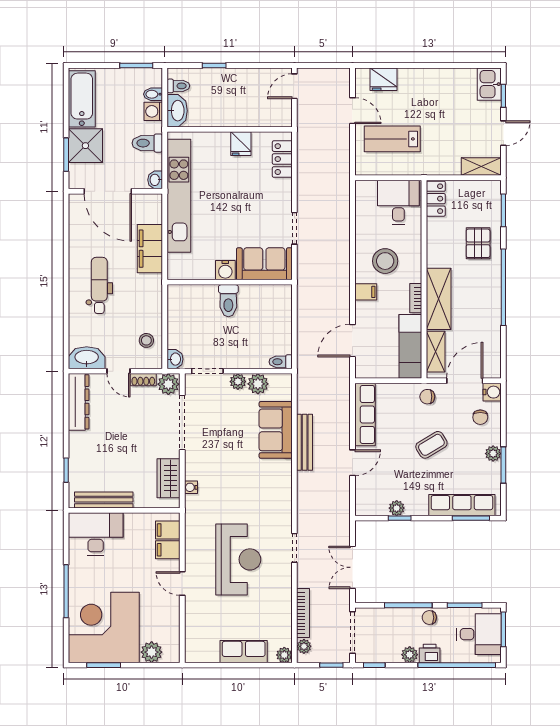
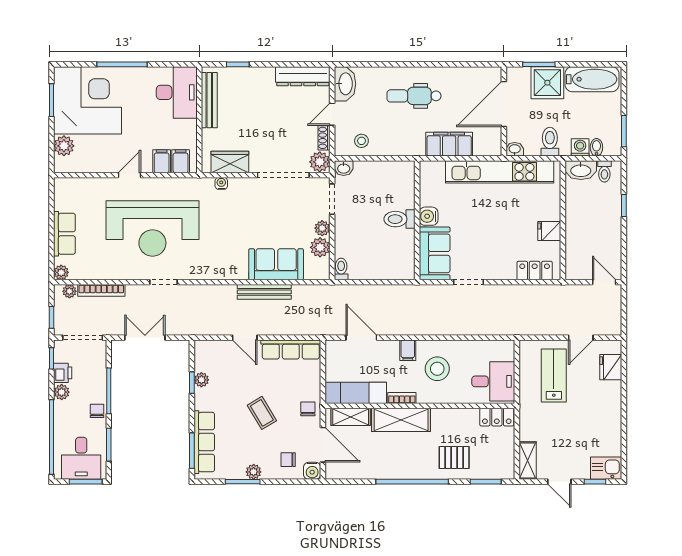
dental chair: (99, 285) -> (414, 96), turned 180
reception desk: (238, 559) -> (152, 229), width x1.36, depth x1.30
printer: (430, 653) -> (63, 373), moved

